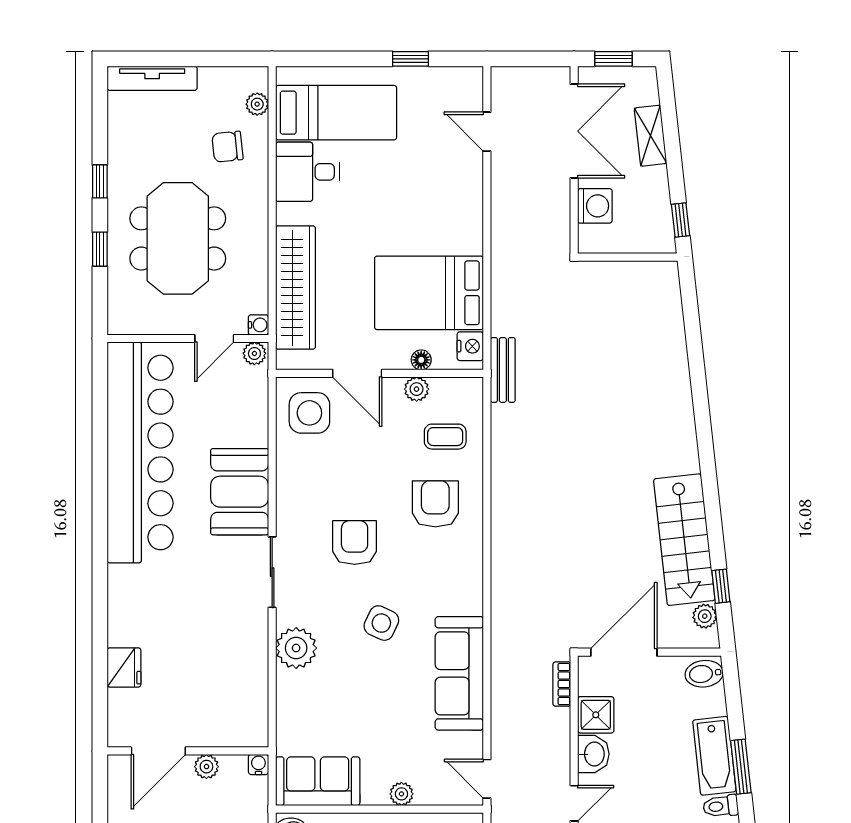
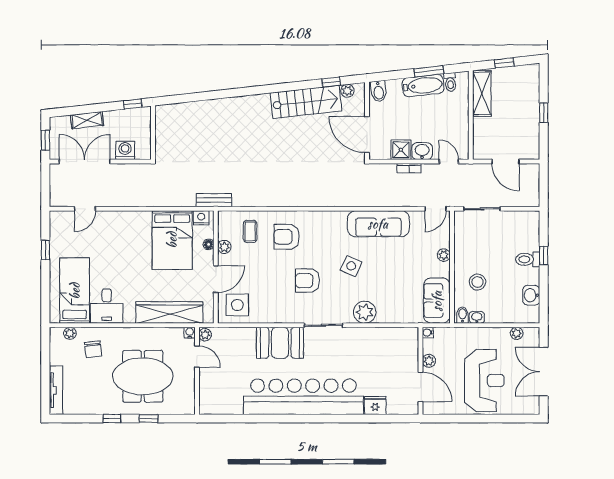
bar counter: (140, 452) -> (303, 397), moved
bookcase: (562, 684) -> (409, 168), moved

